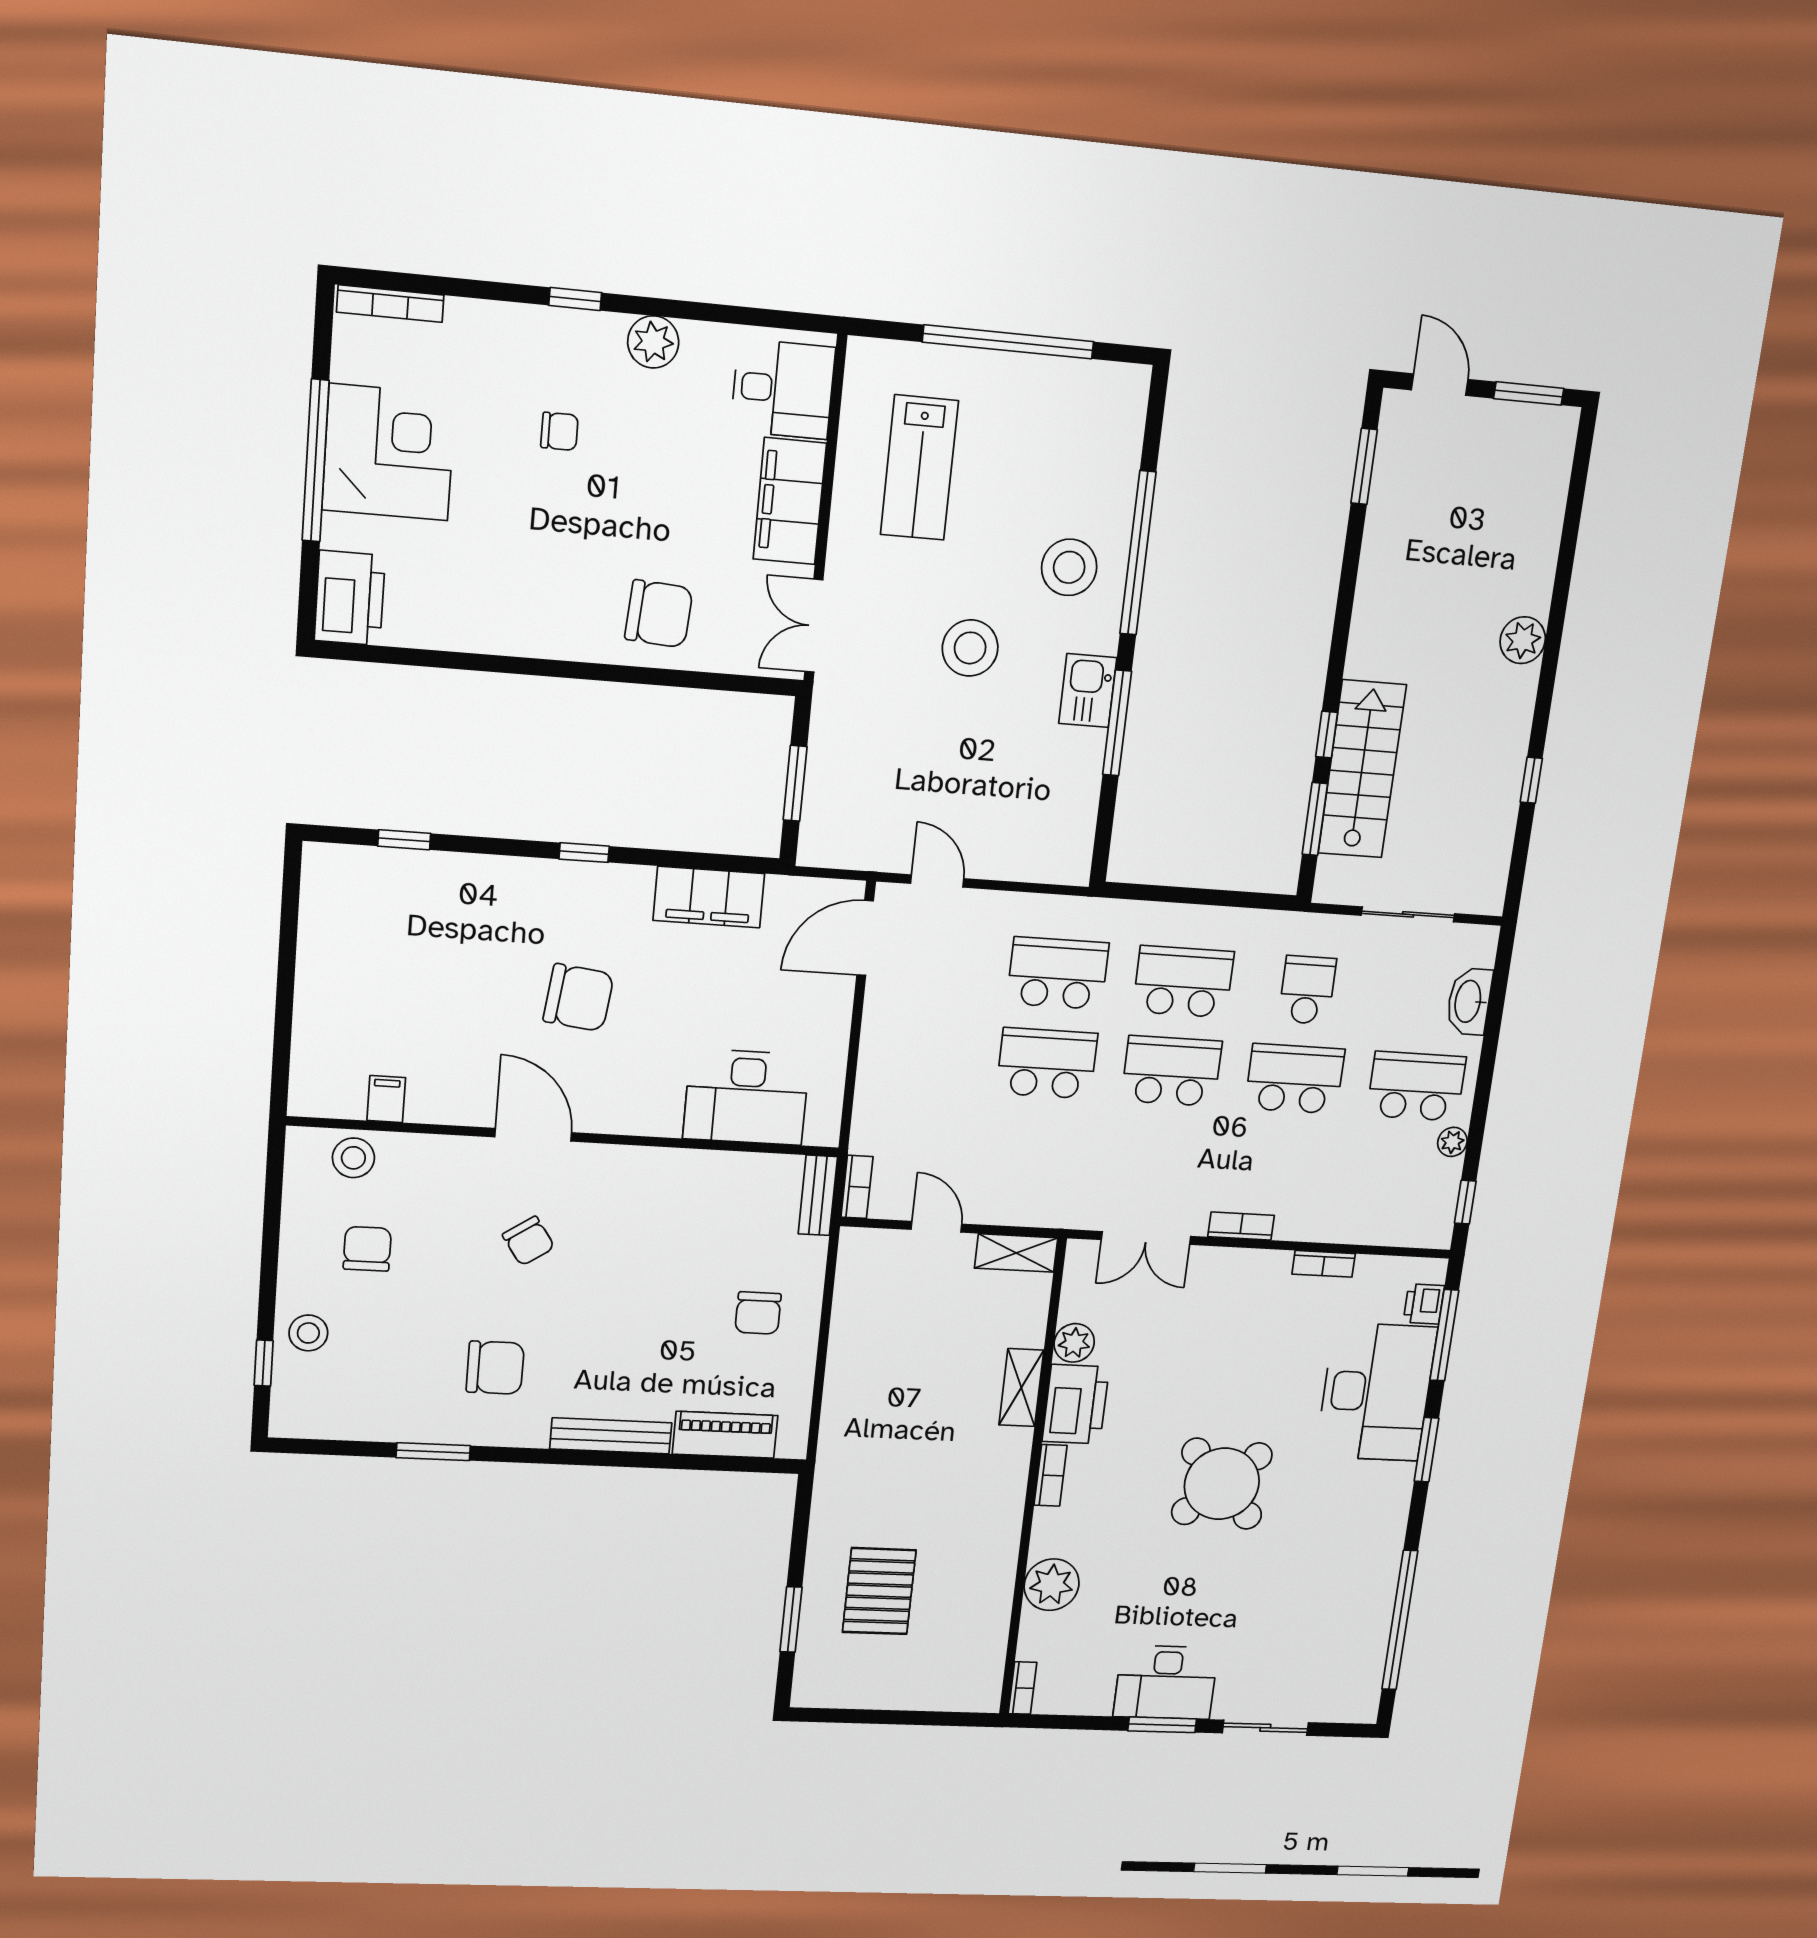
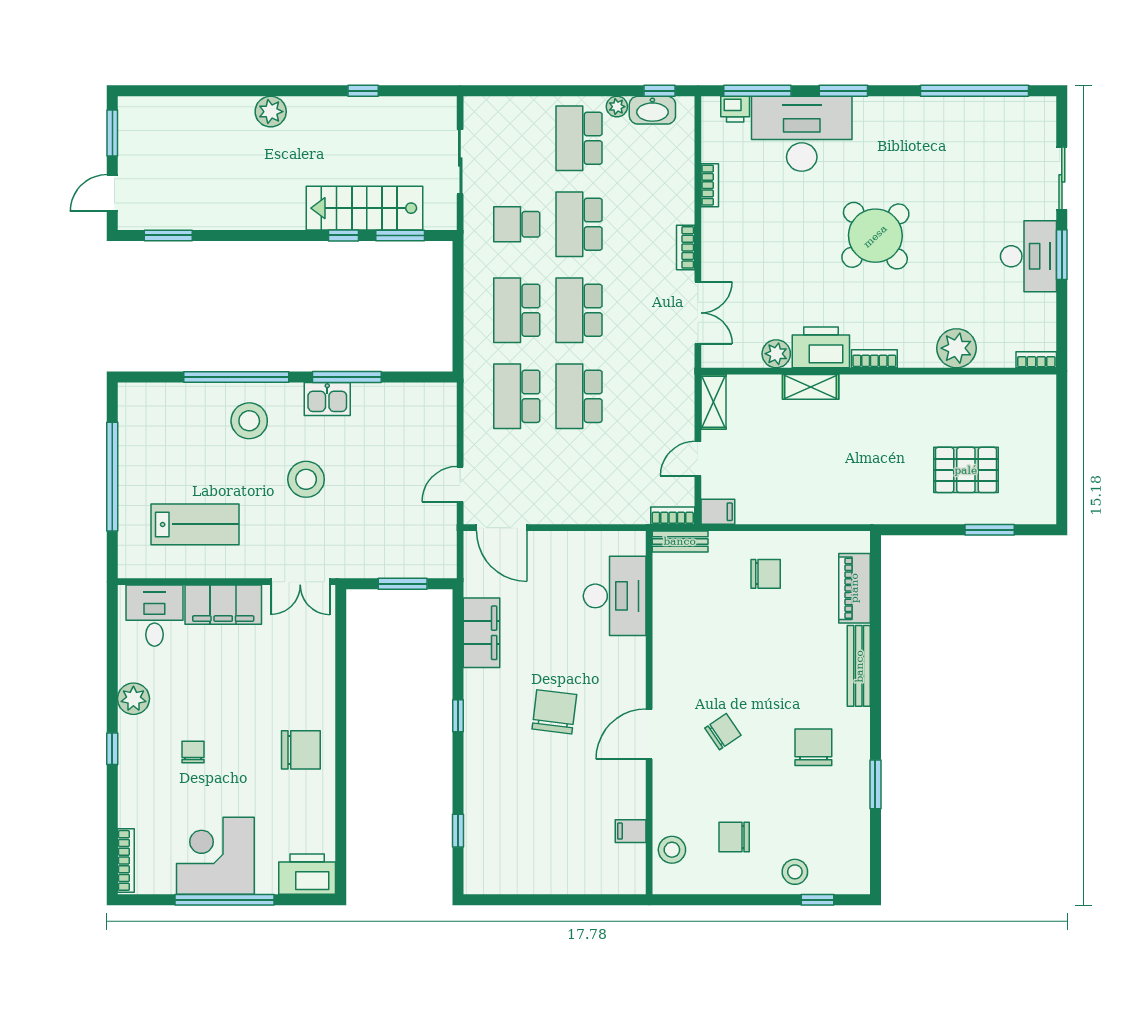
chair: (659, 614) -> (301, 750), moved, turned 86
washbasin: (1469, 1001) -> (652, 110), moved
filing cabinet: (856, 1251) -> (718, 512), added

